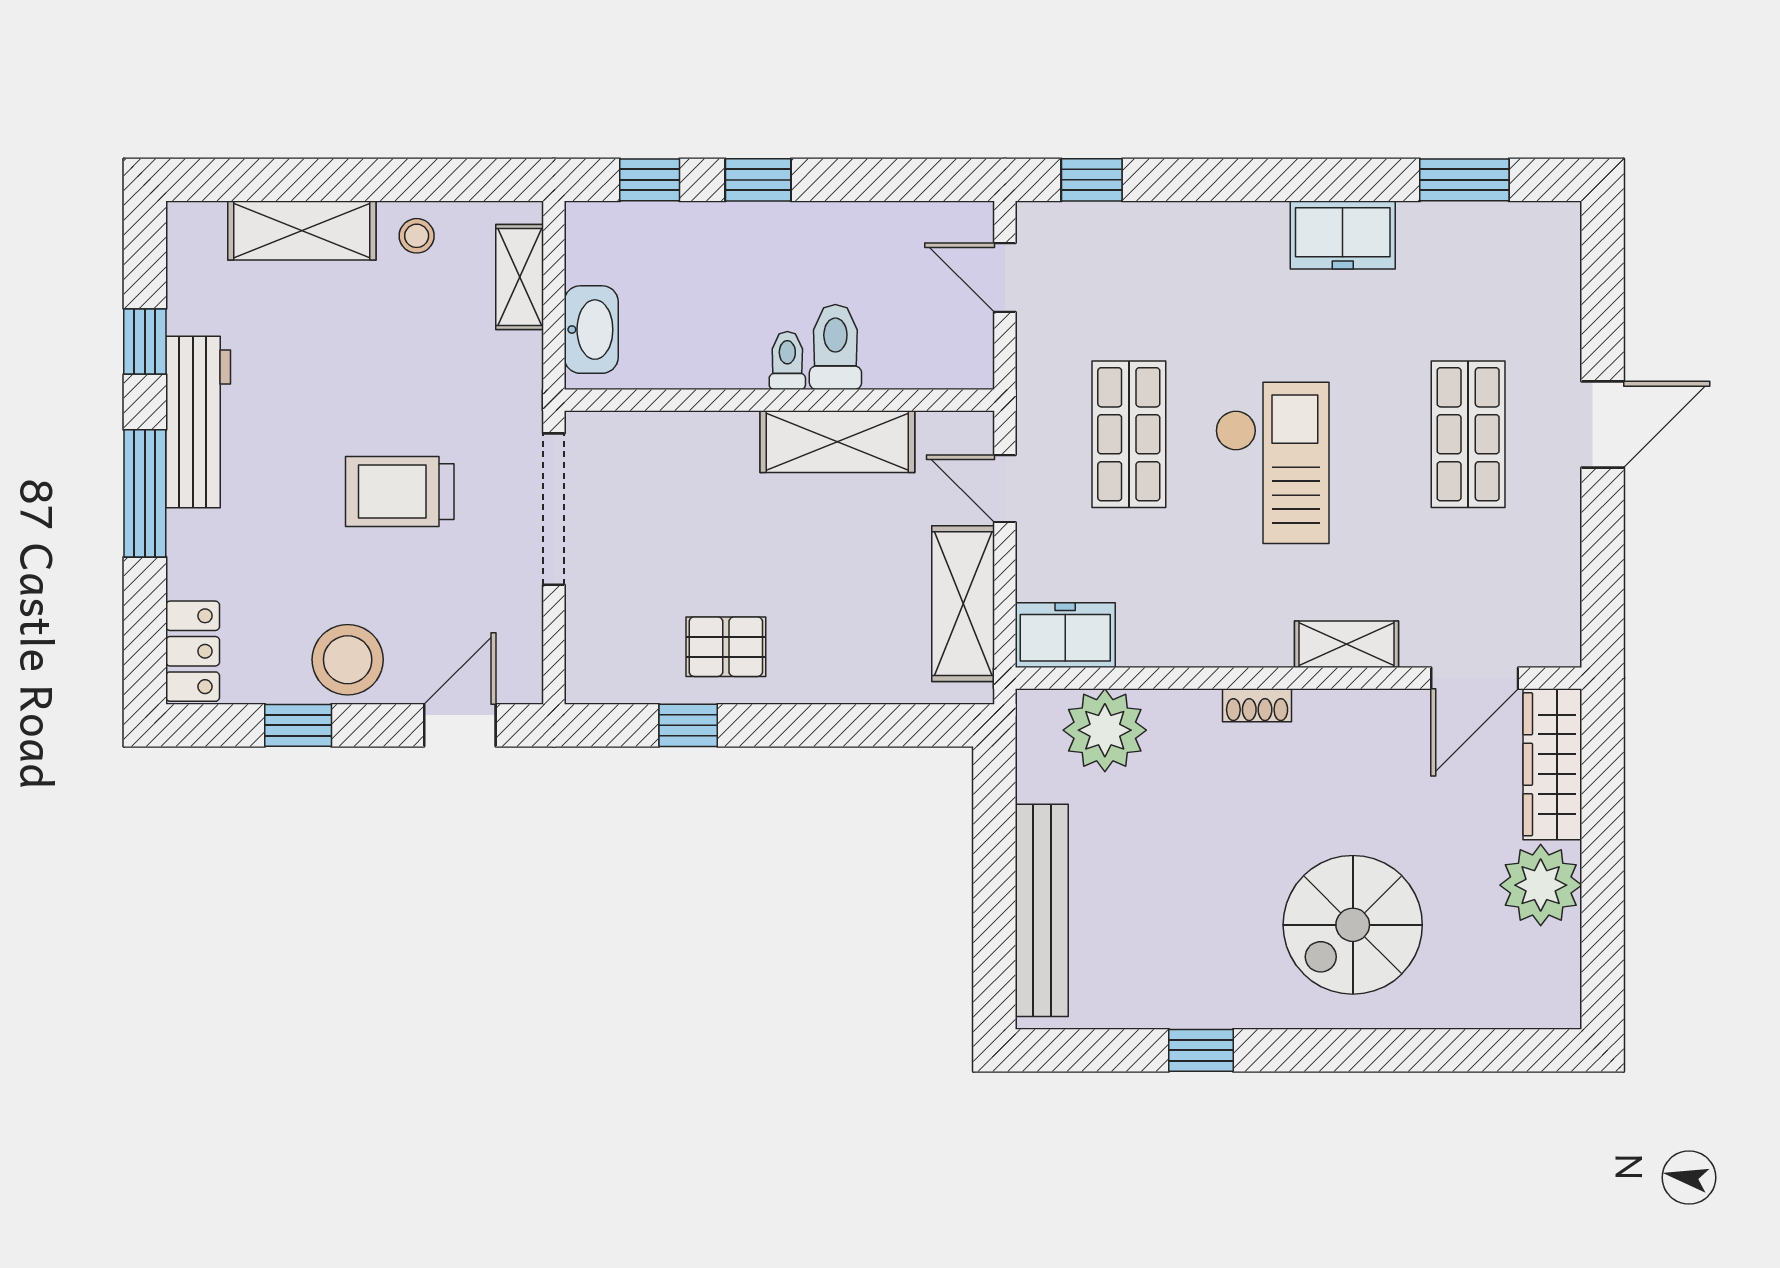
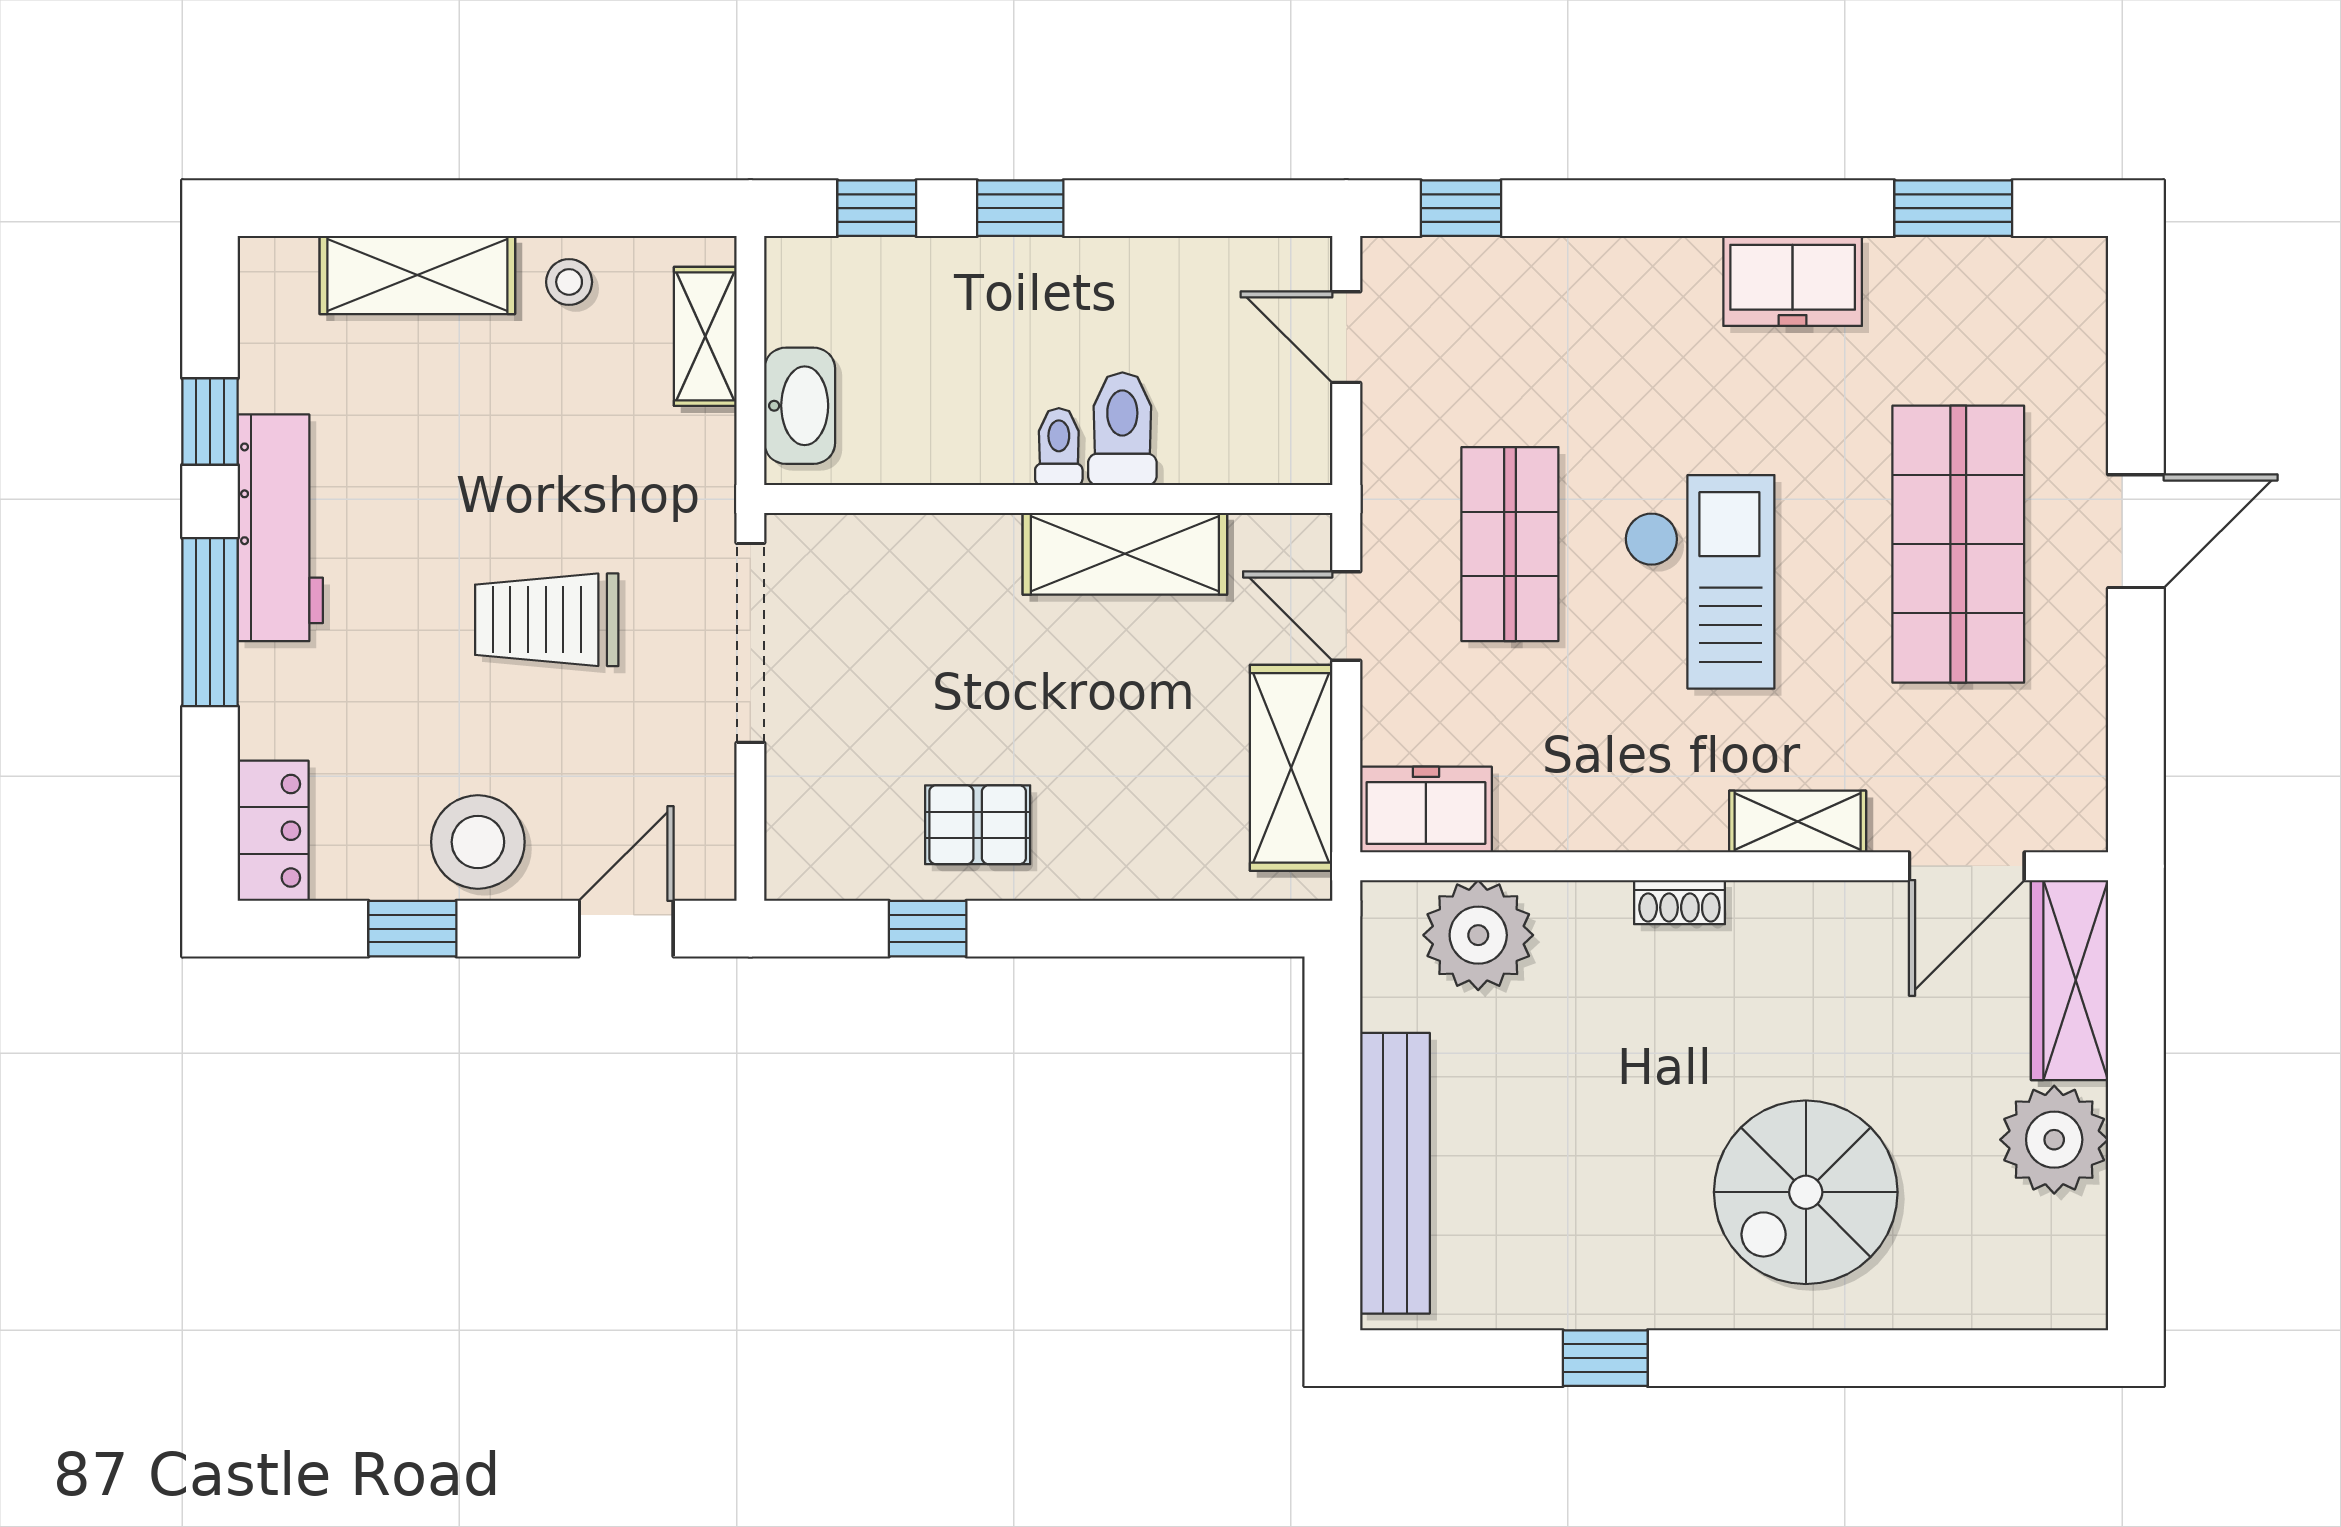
shop shelf: (1468, 434) -> (1958, 544), width x1.43, depth x1.36

